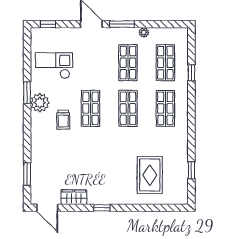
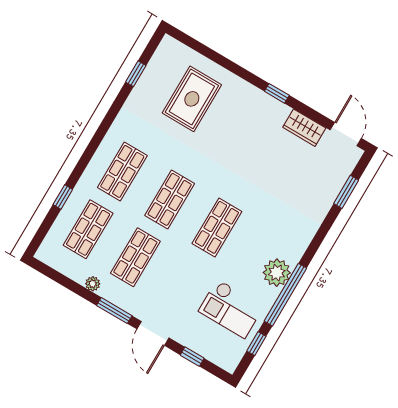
window: (48, 24) -> (192, 357), moved
window: (27, 54) -> (256, 344), added
window: (27, 93) -> (285, 295), width x2.11
trolley: (63, 120) -> (260, 234), removed

